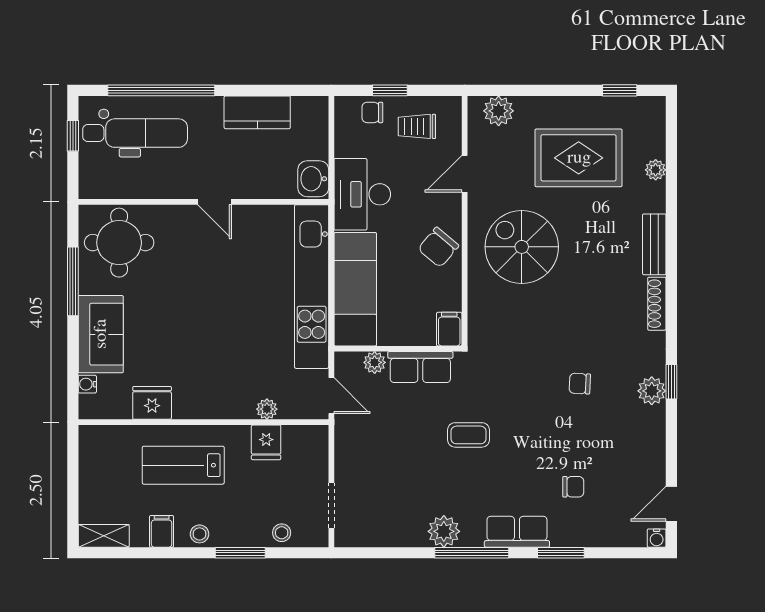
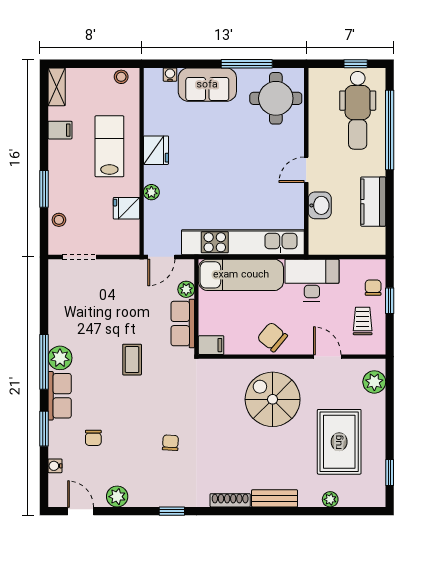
washbasin: (313, 179) -> (320, 205), moved, turned 90
spiral stairs: (522, 247) -> (273, 399), turned -90
plant: (652, 391) -> (117, 497), moved
fridge: (152, 403) -> (156, 150), moved
plant: (267, 409) -> (151, 192), moved
plant: (444, 531) -> (60, 358), moved
stool: (200, 534) -> (121, 77), moved
water cooler: (657, 538) -> (55, 466), moved

